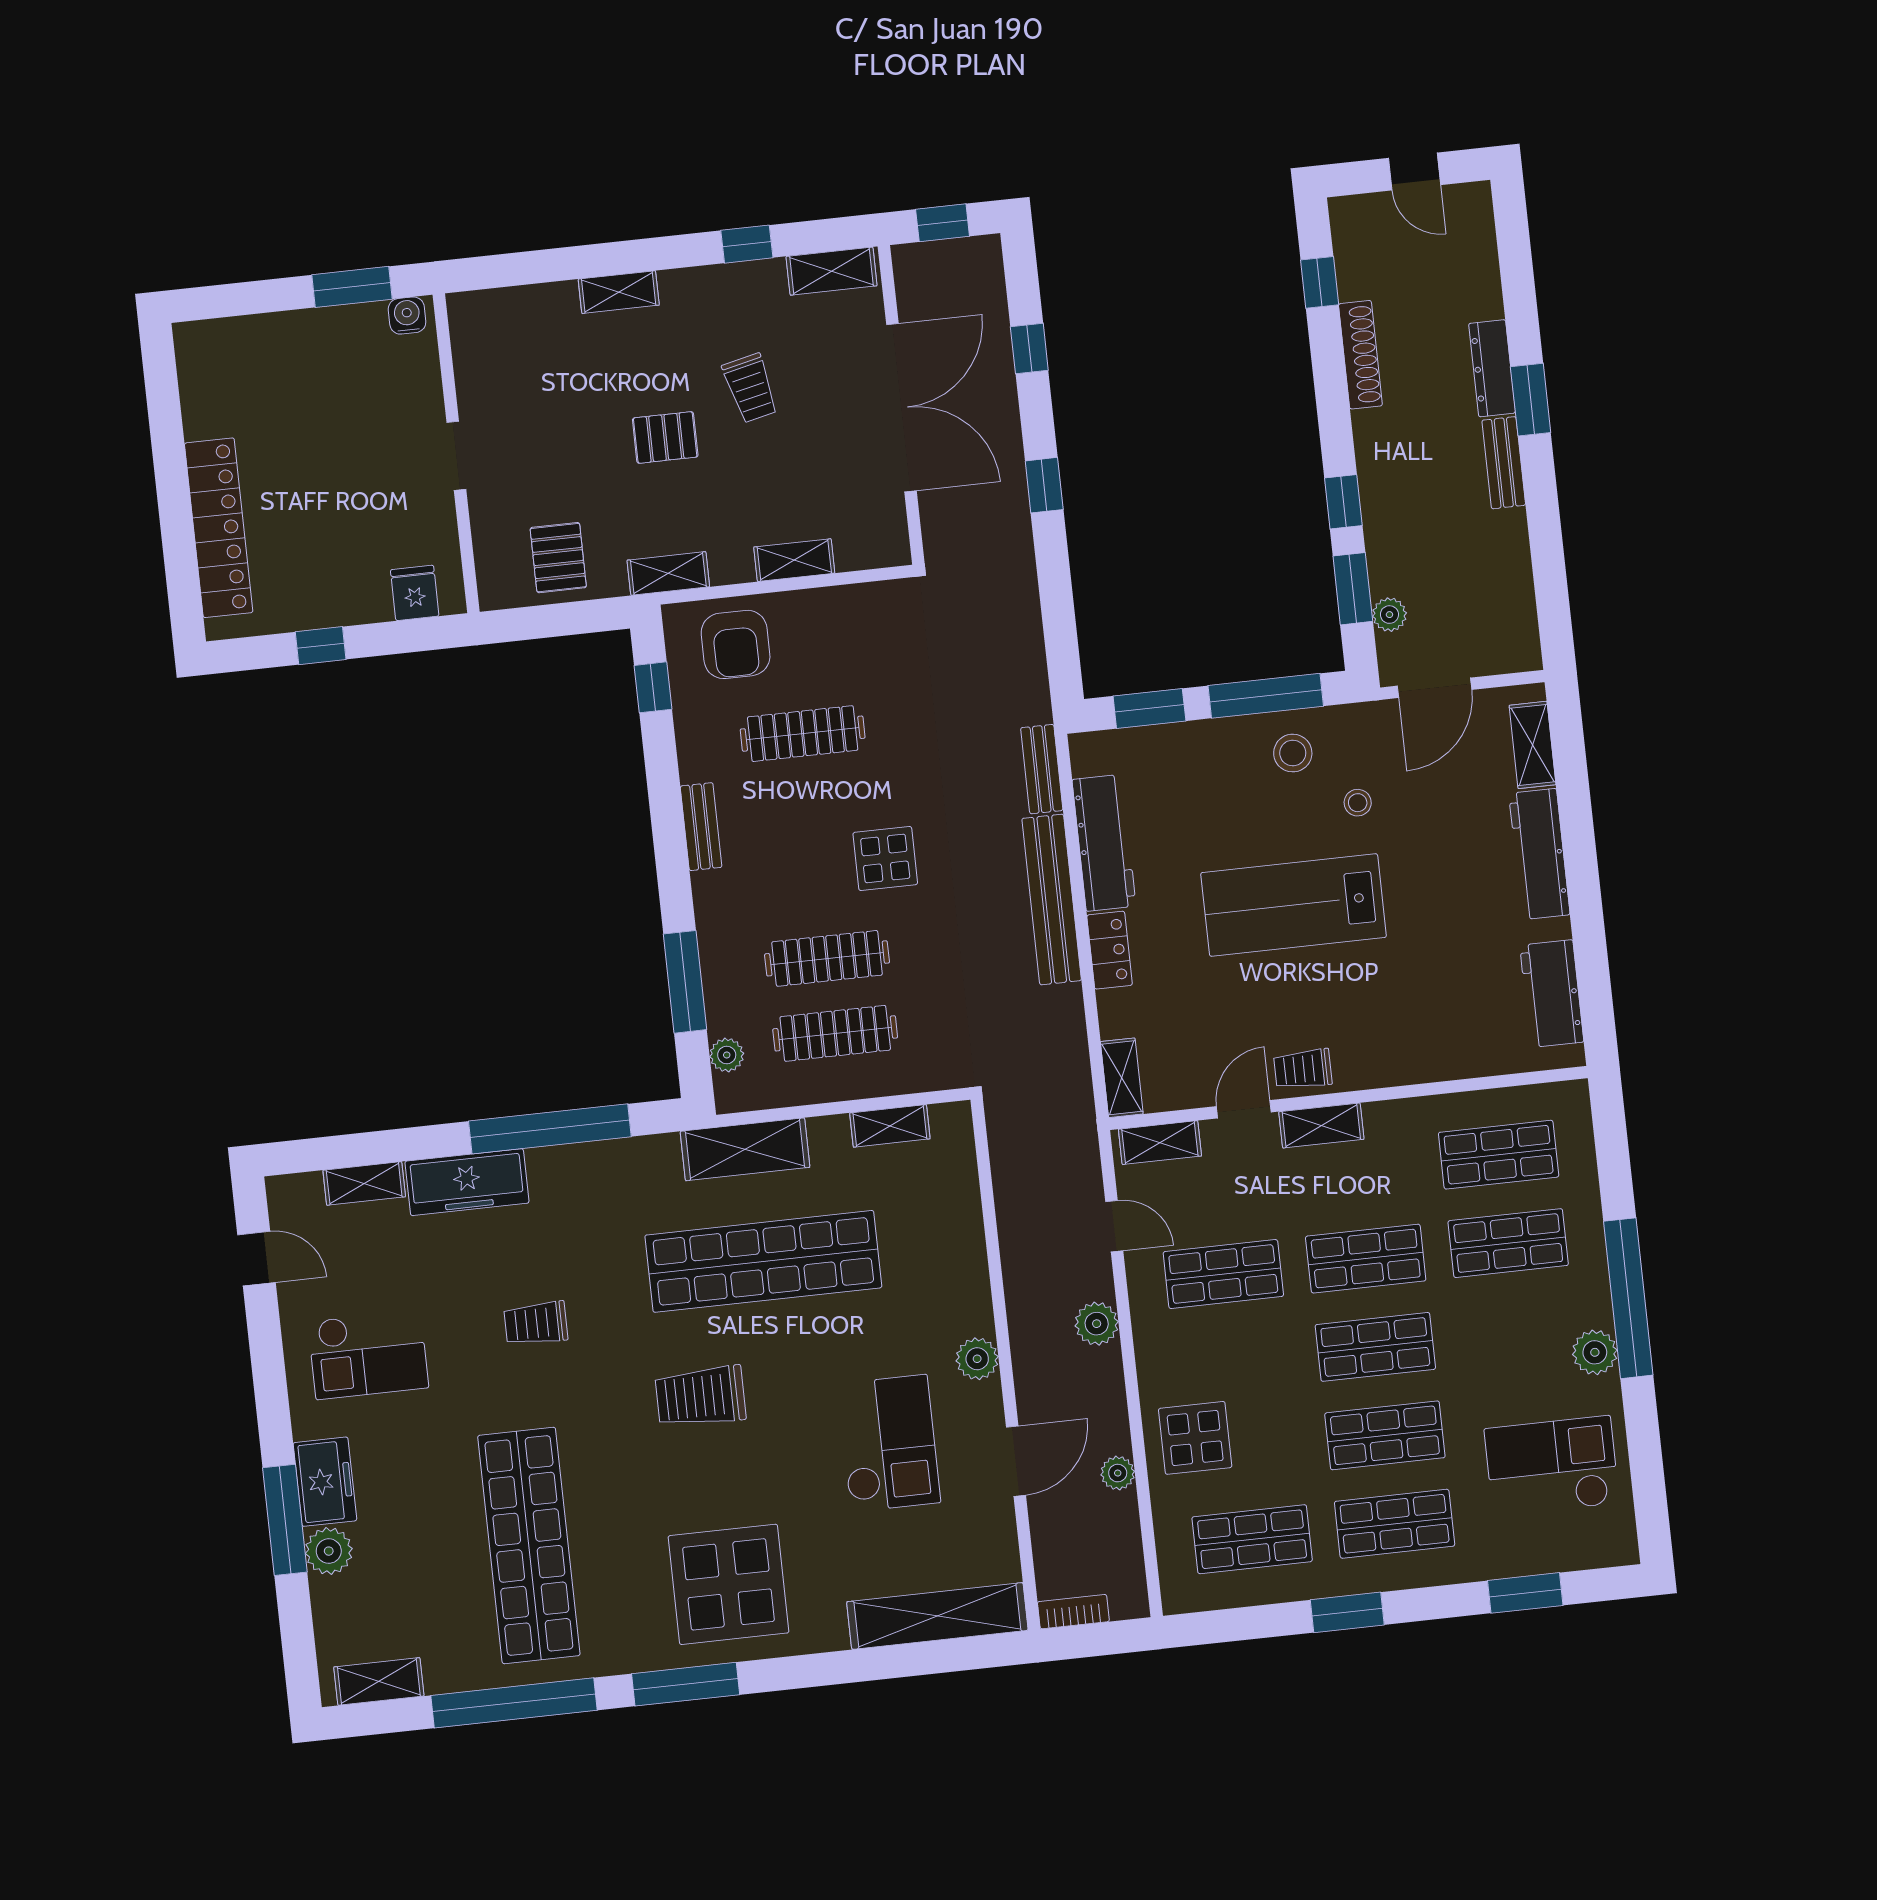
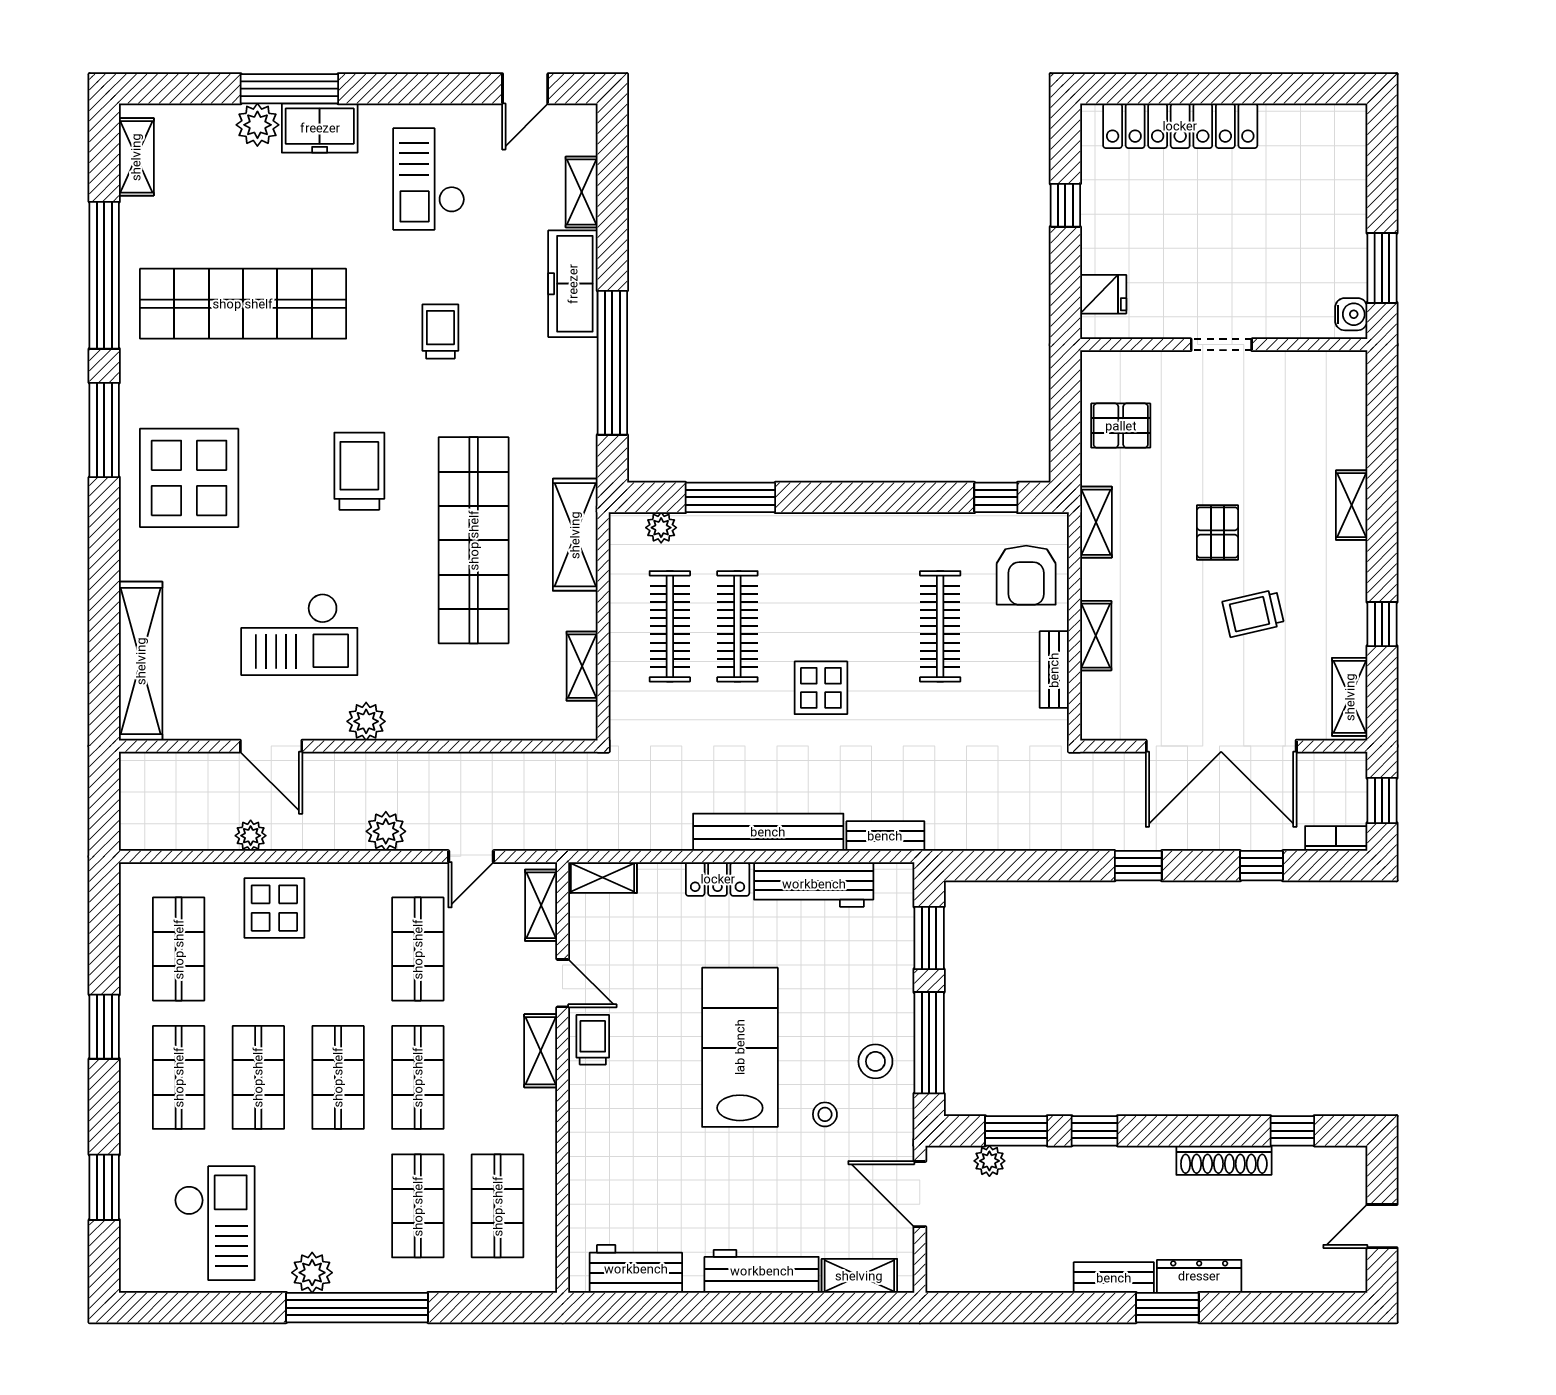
armchair: (736, 644) -> (1026, 575), turned -90
bench: (701, 827) -> (1054, 670), moved, turned 90
bookcase: (1073, 1612) -> (1336, 839), moved, turned -90

